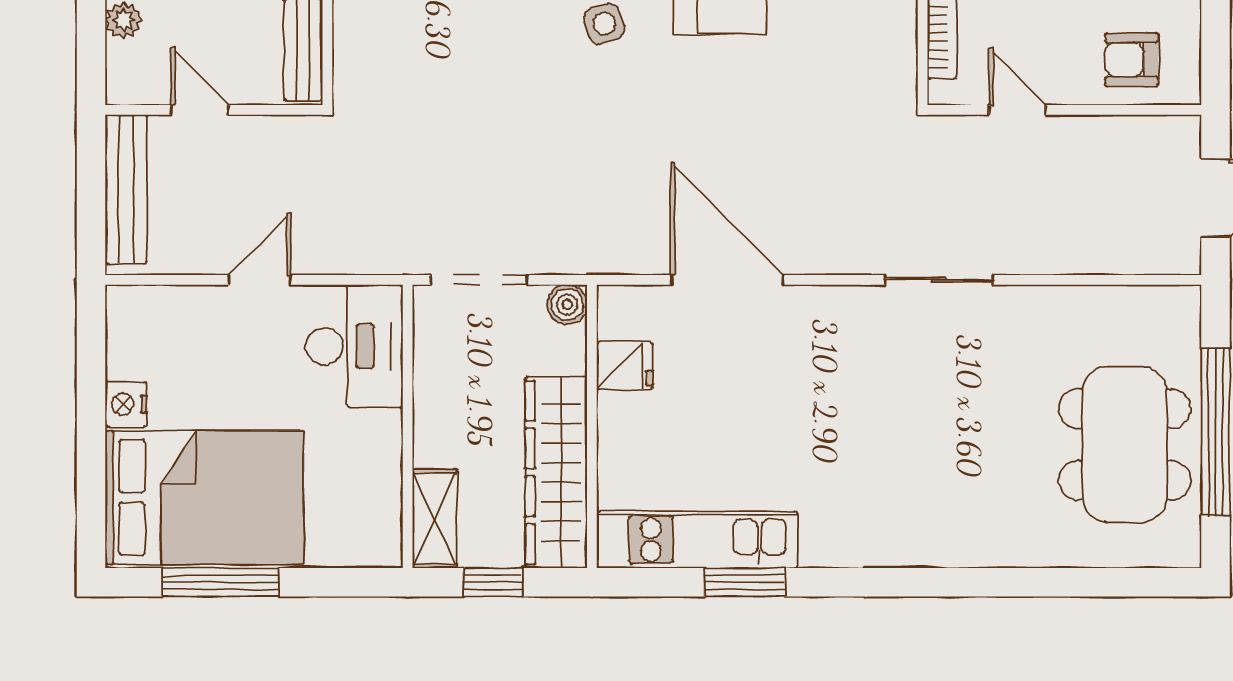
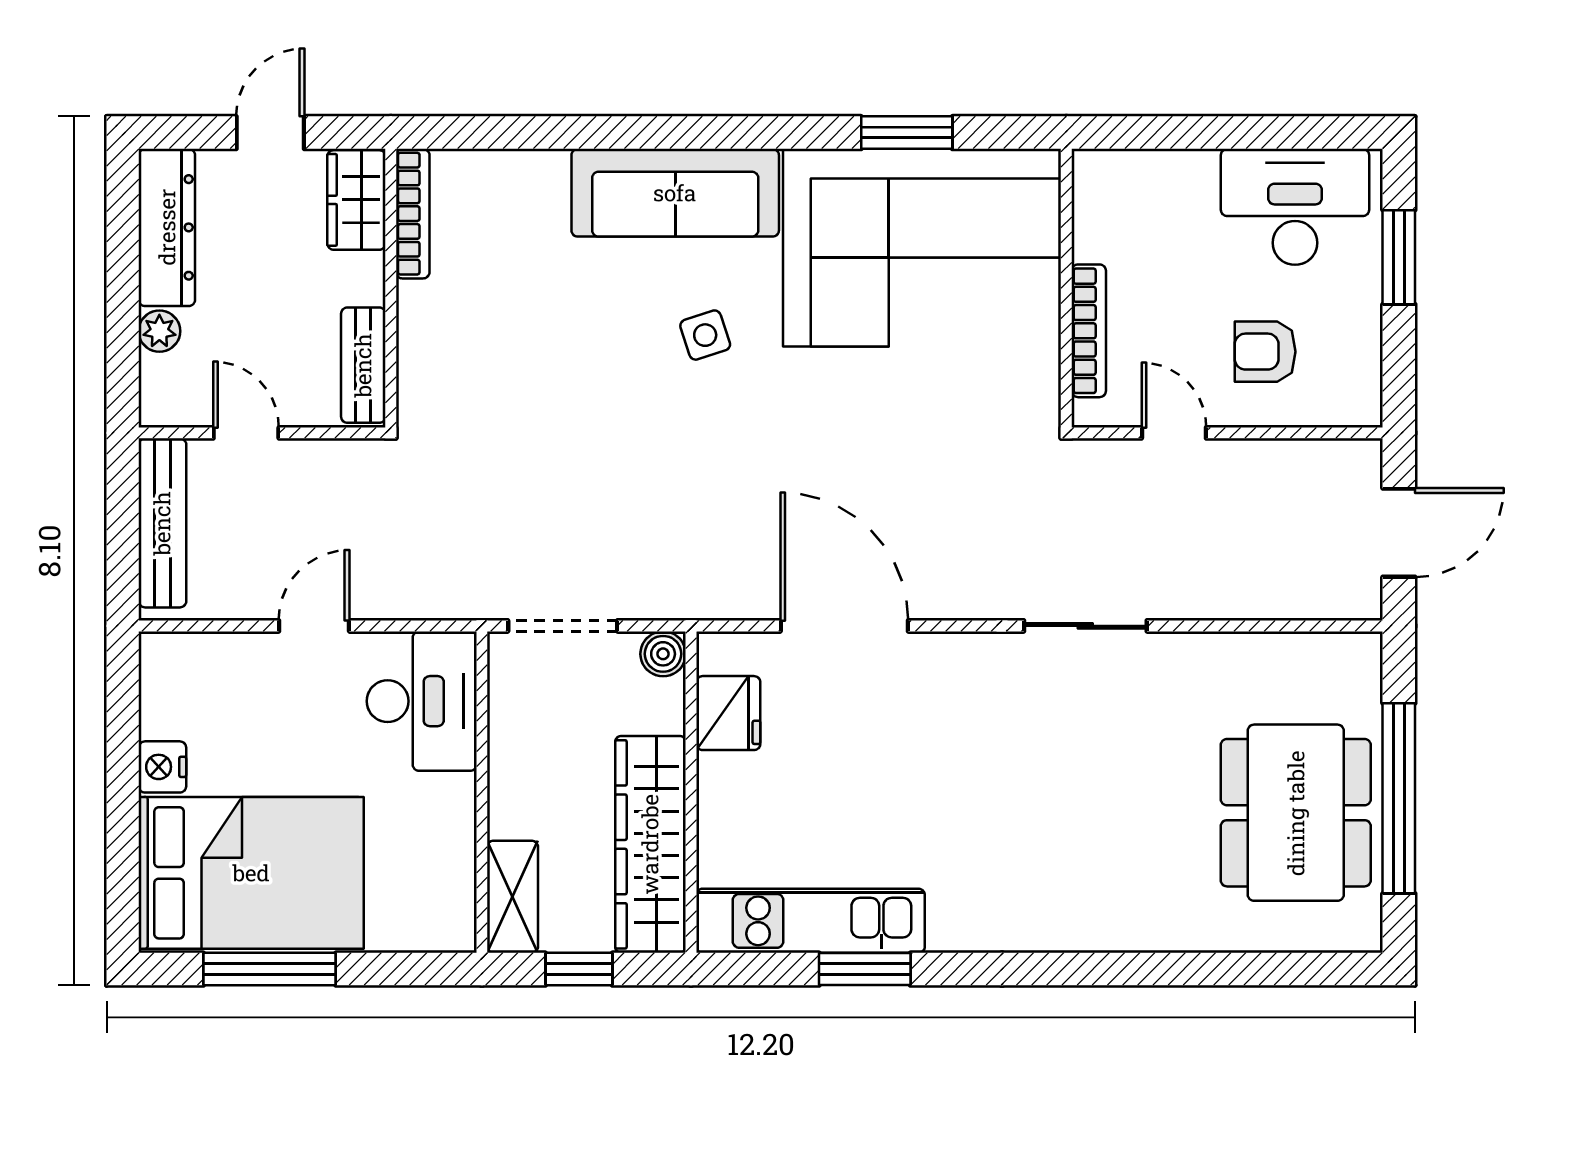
armchair: (1132, 60) -> (1265, 352), moved
fridge: (625, 366) -> (728, 713), width x1.38

